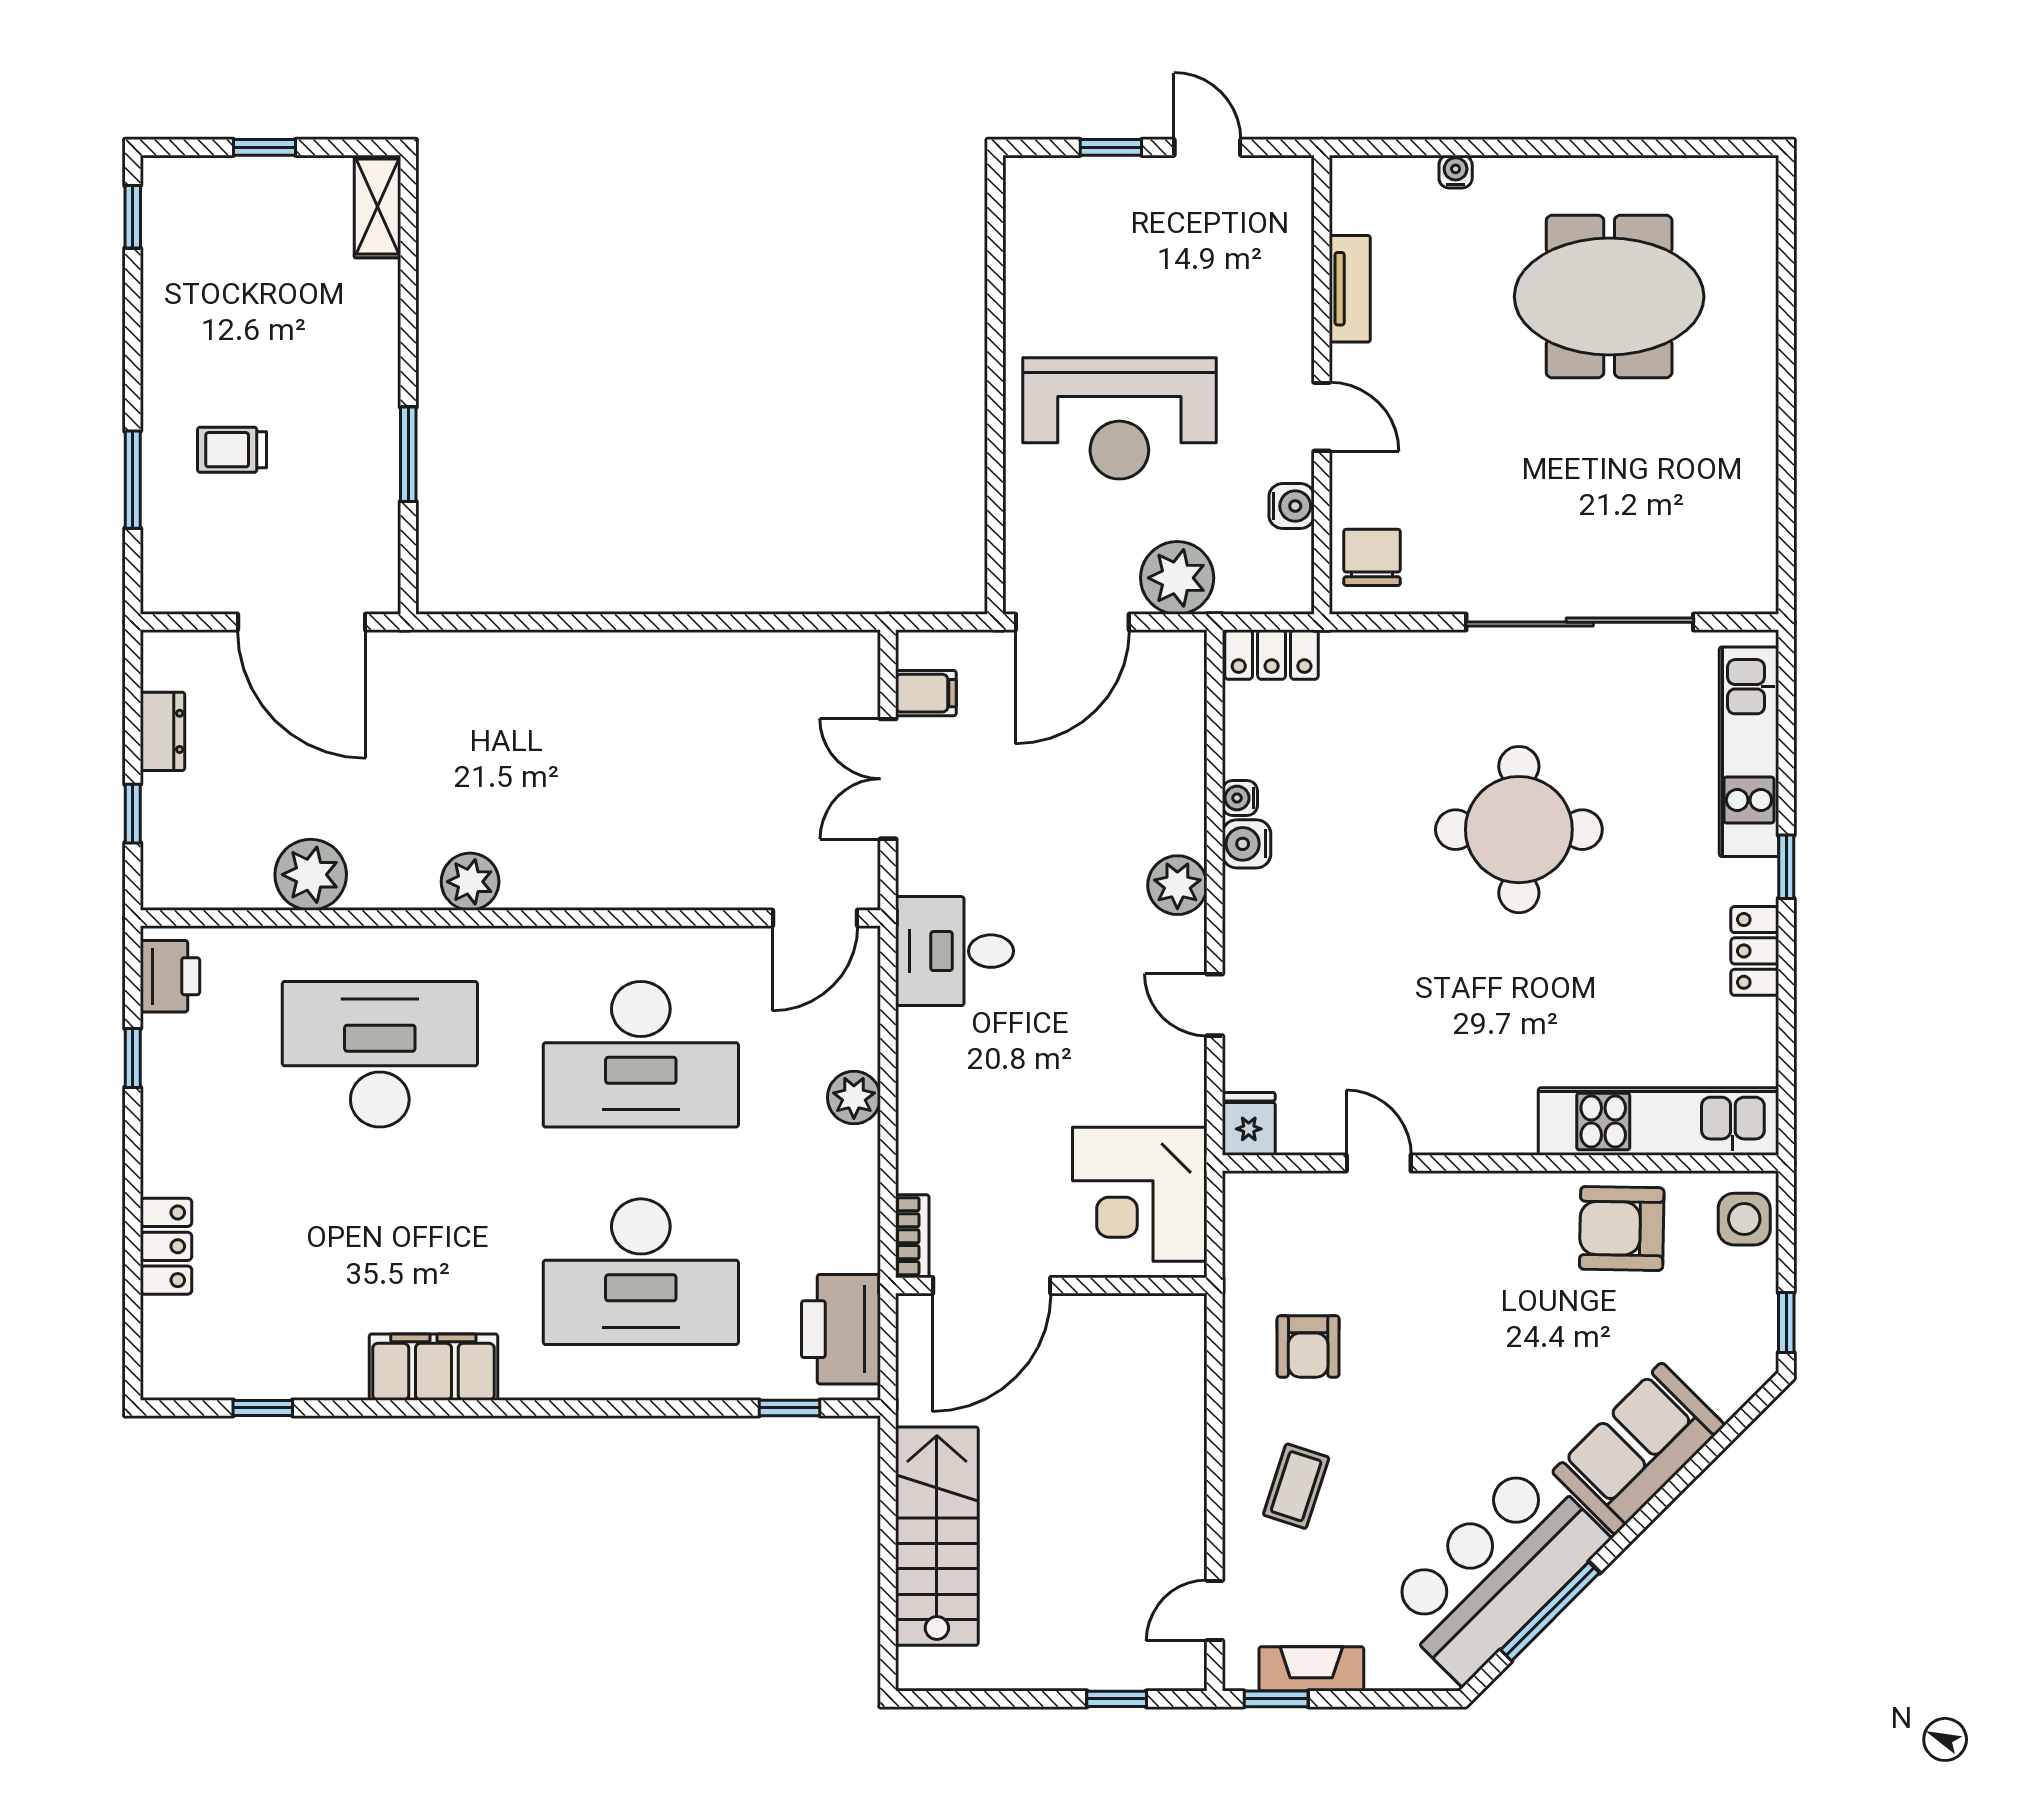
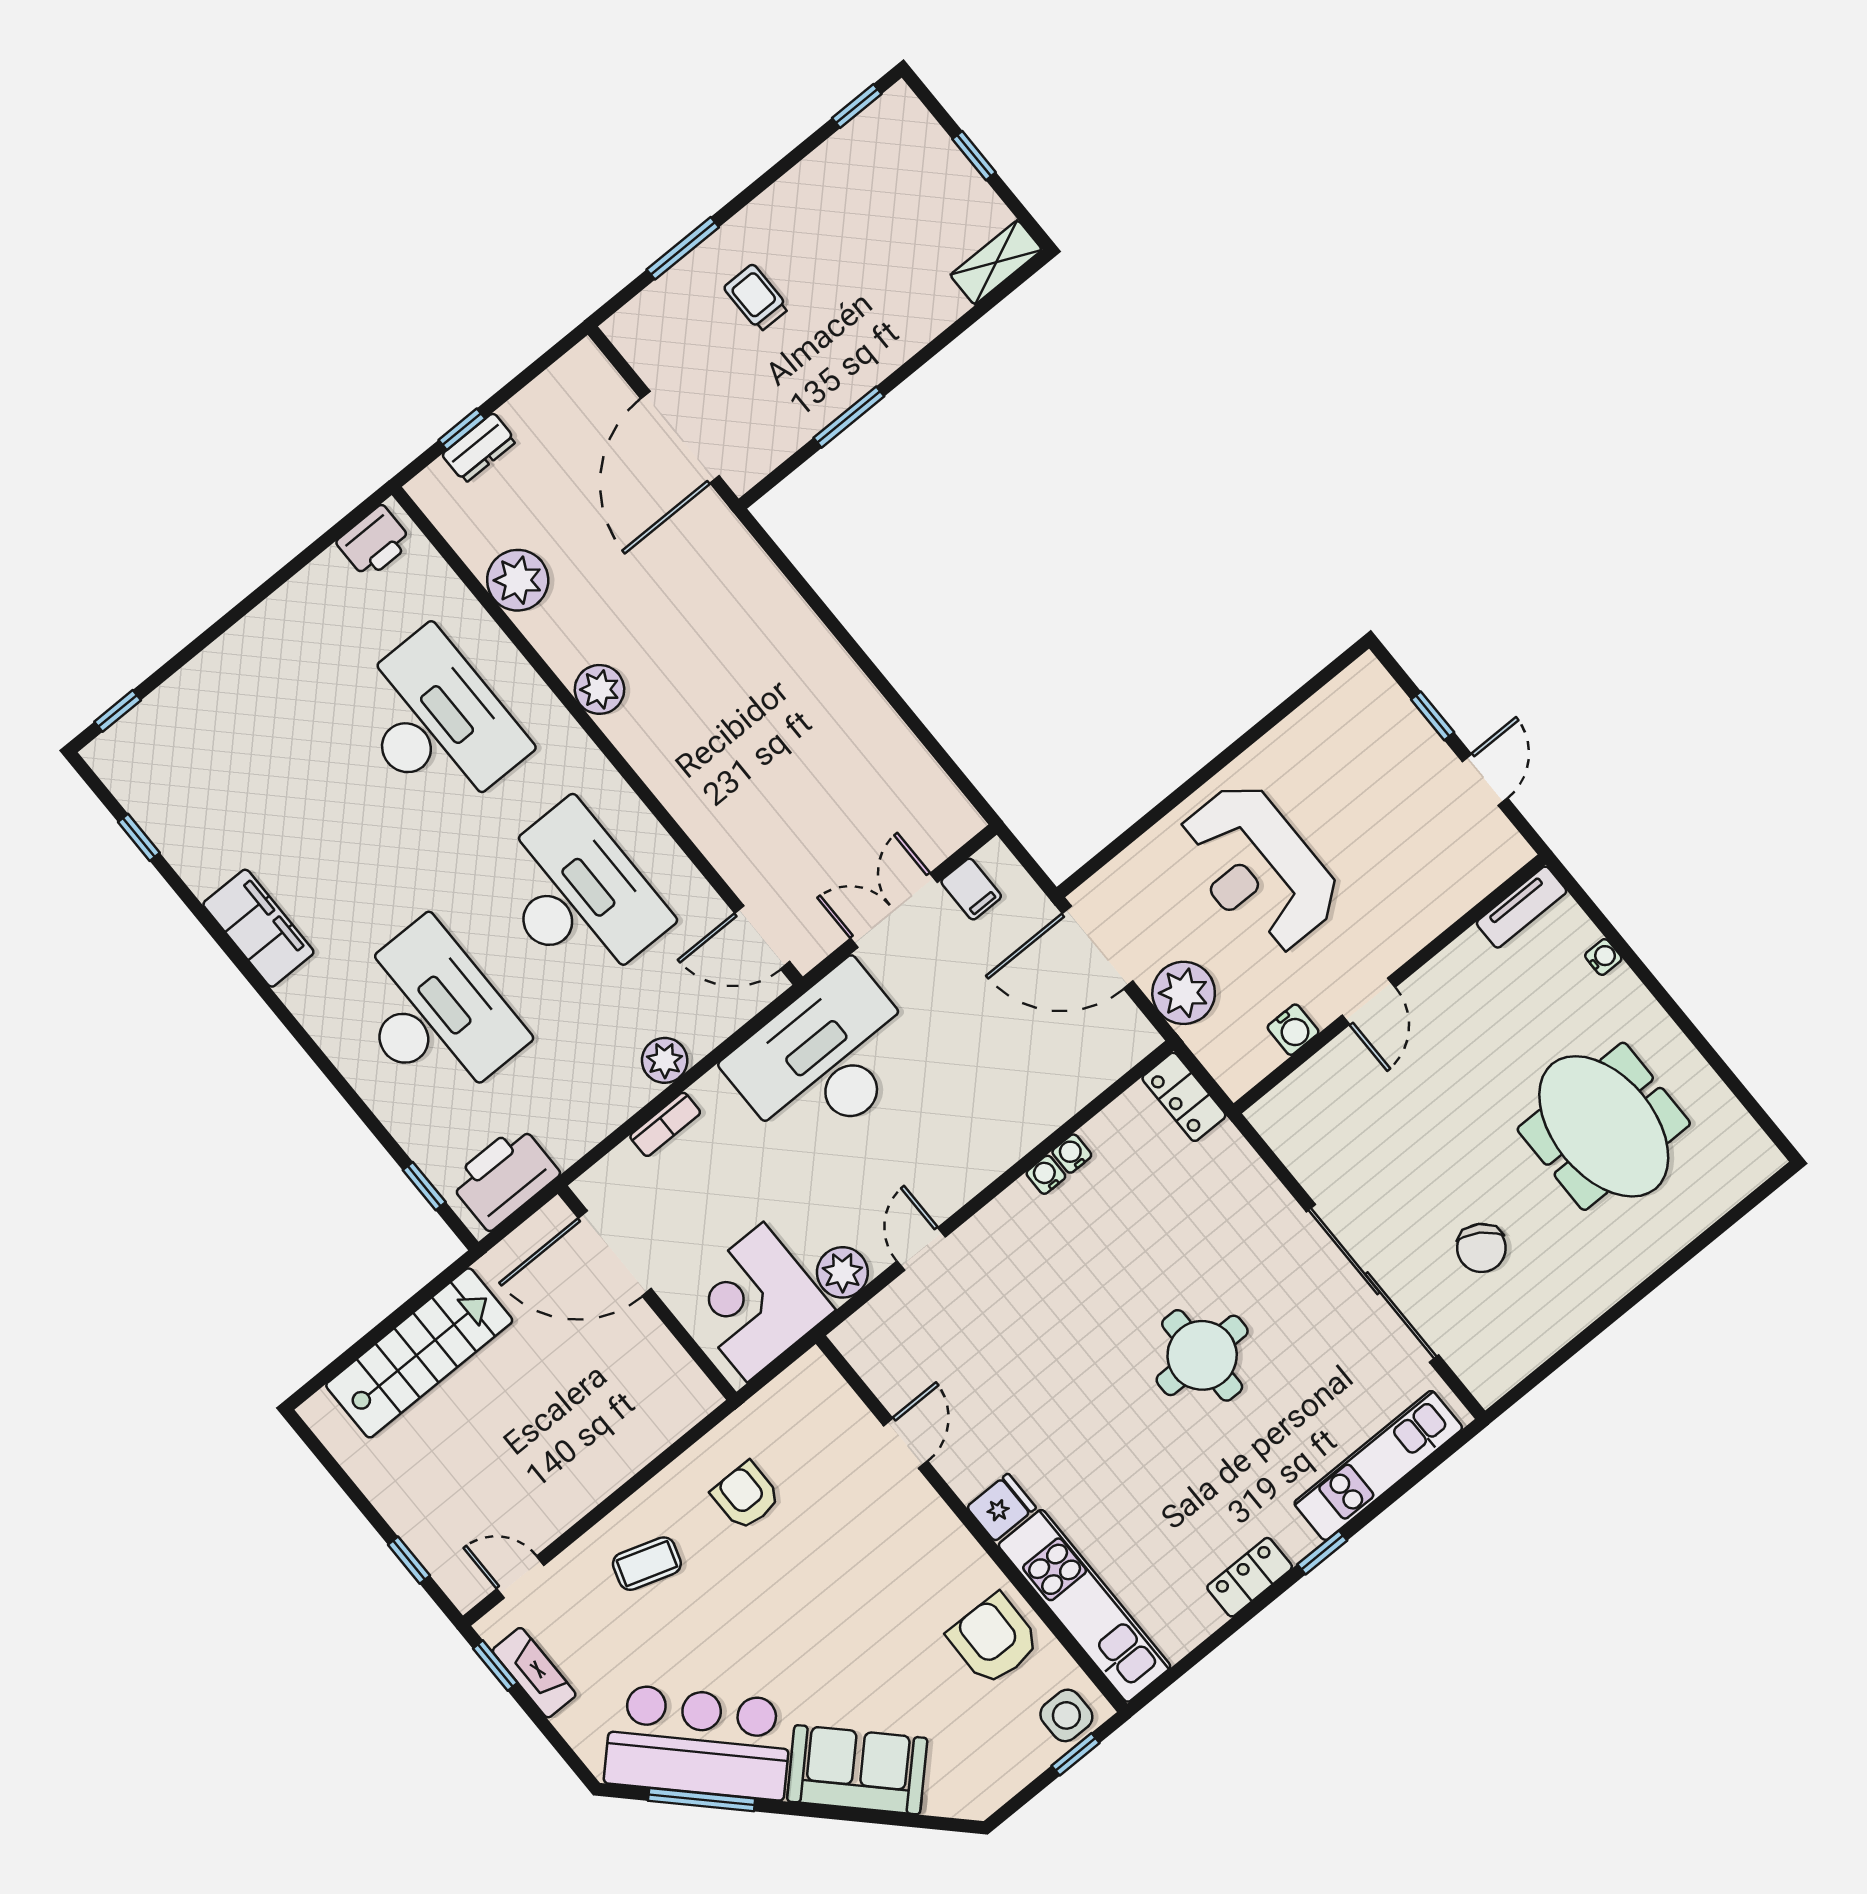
tv unit: (1350, 289) -> (1522, 907), moved
chair: (1372, 557) -> (1481, 1248), moved, turned 123
dresser: (162, 731) -> (479, 448), moved
round table: (1519, 830) -> (1202, 1355), width x0.73, depth x0.73
water cooler: (1246, 844) -> (1046, 1175), width x0.72, depth x0.72
plant: (1177, 885) -> (842, 1272), moved
desk: (954, 951) -> (826, 1059), width x1.87, depth x1.30
desk: (641, 1054) -> (578, 896), turned 180
window: (133, 1058) -> (118, 711), moved
fridge: (1249, 1124) -> (1001, 1507), moved
bookcase: (912, 1236) -> (665, 1124), moved
locker: (166, 1246) -> (193, 686), removed
desk: (641, 1272) -> (434, 1014), turned 180
window: (1786, 1322) -> (1076, 1754), moved
armchair: (1308, 1346) -> (746, 1496), turned 90

